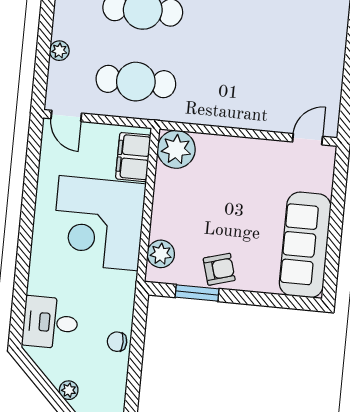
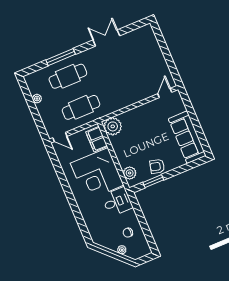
plant: (59, 51) -> (37, 99), moved
armchair: (219, 269) -> (157, 166), turned -150
desk: (50, 323) -> (117, 202), moved, turned 180
chair: (117, 342) -> (128, 233), moved

